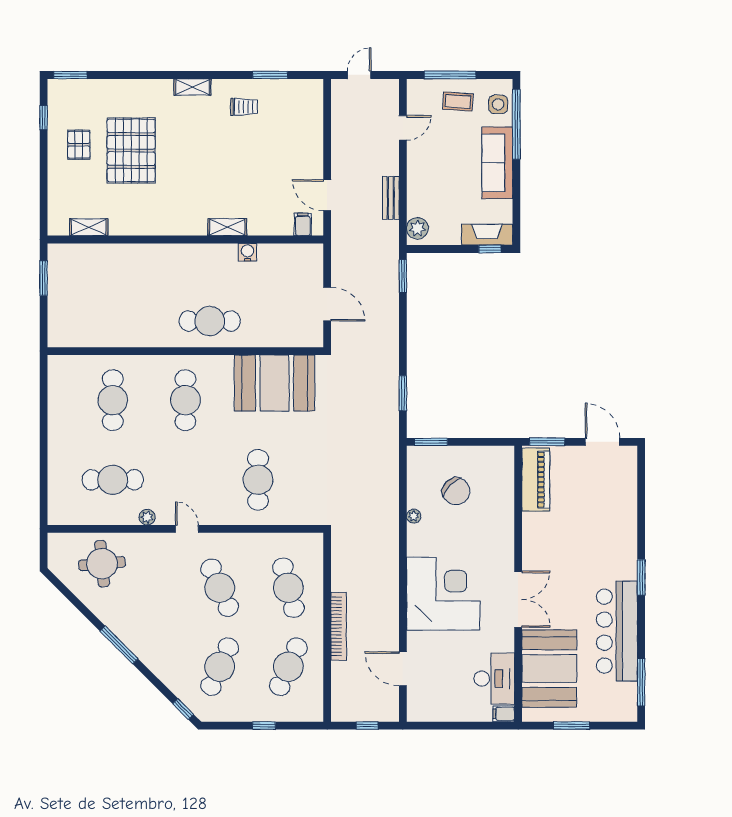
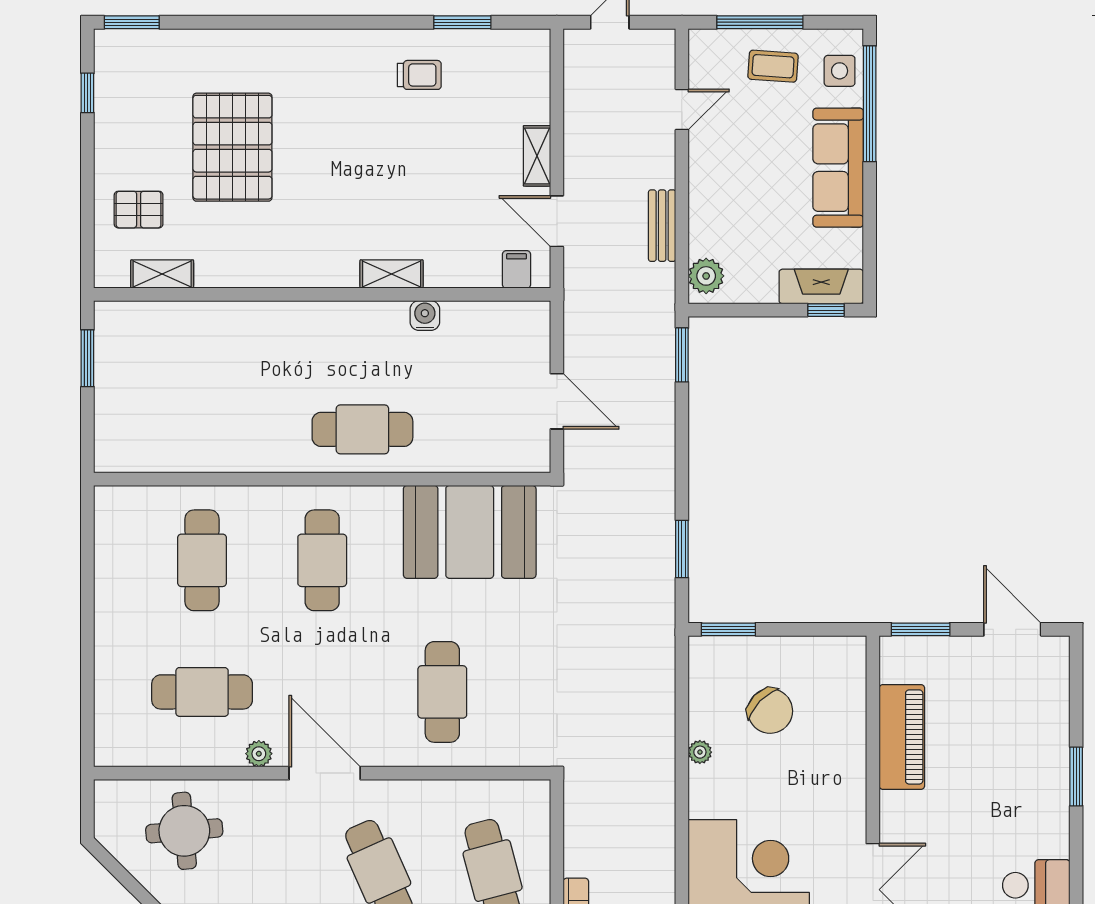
shelving: (193, 87) -> (537, 156), moved, turned 90
pallet: (79, 145) -> (139, 210), moved, turned 90
piano: (536, 480) -> (902, 737), moved
door: (187, 529) -> (325, 773), width x1.87
window: (641, 577) -> (1076, 777), moved

